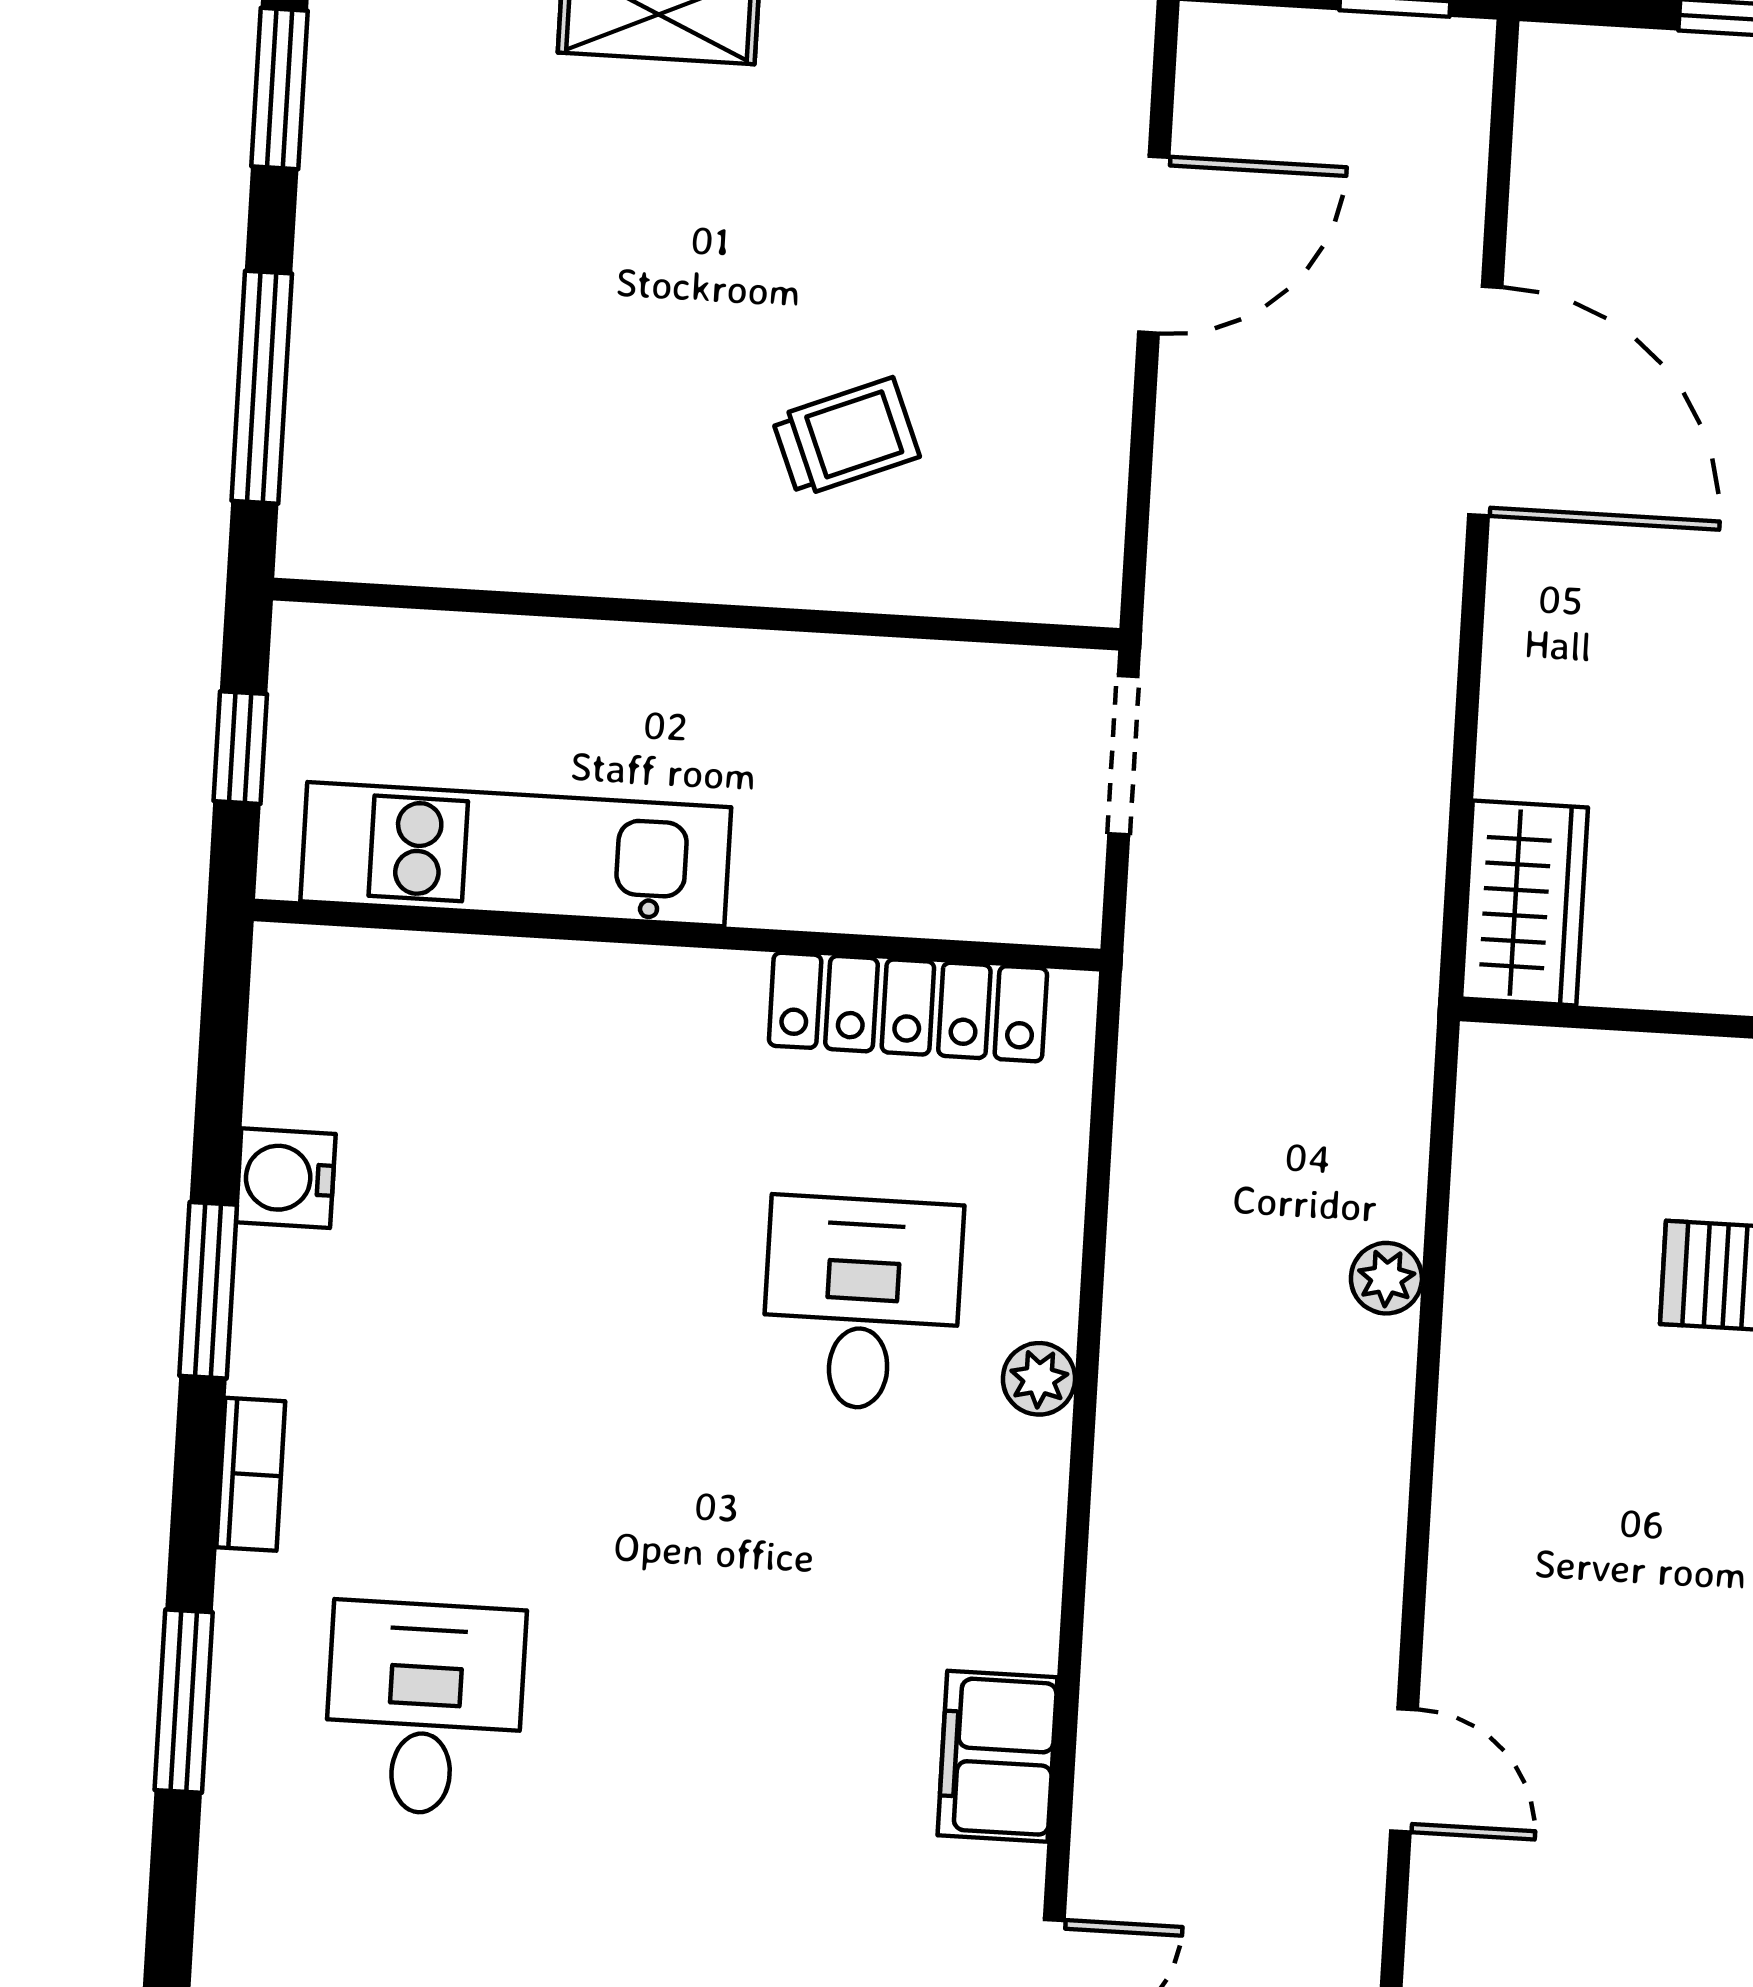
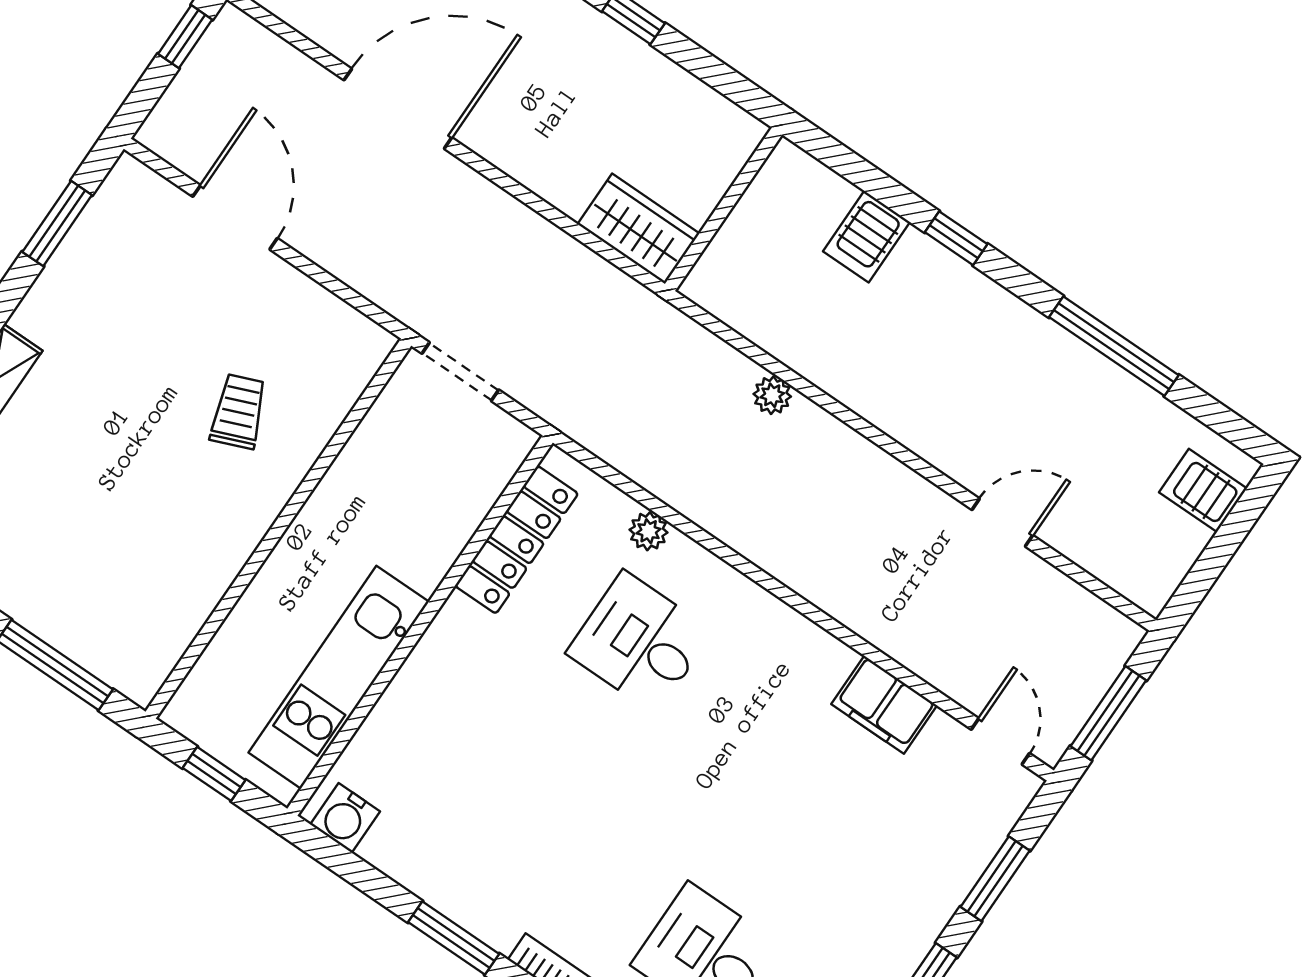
water cooler: (286, 1178) -> (345, 818), moved
plant: (1039, 1379) -> (649, 531), moved

